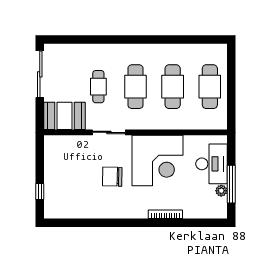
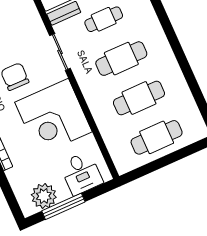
desk: (212, 164) -> (81, 173), width x0.73
plant: (221, 191) -> (44, 196), width x1.88, depth x1.88

